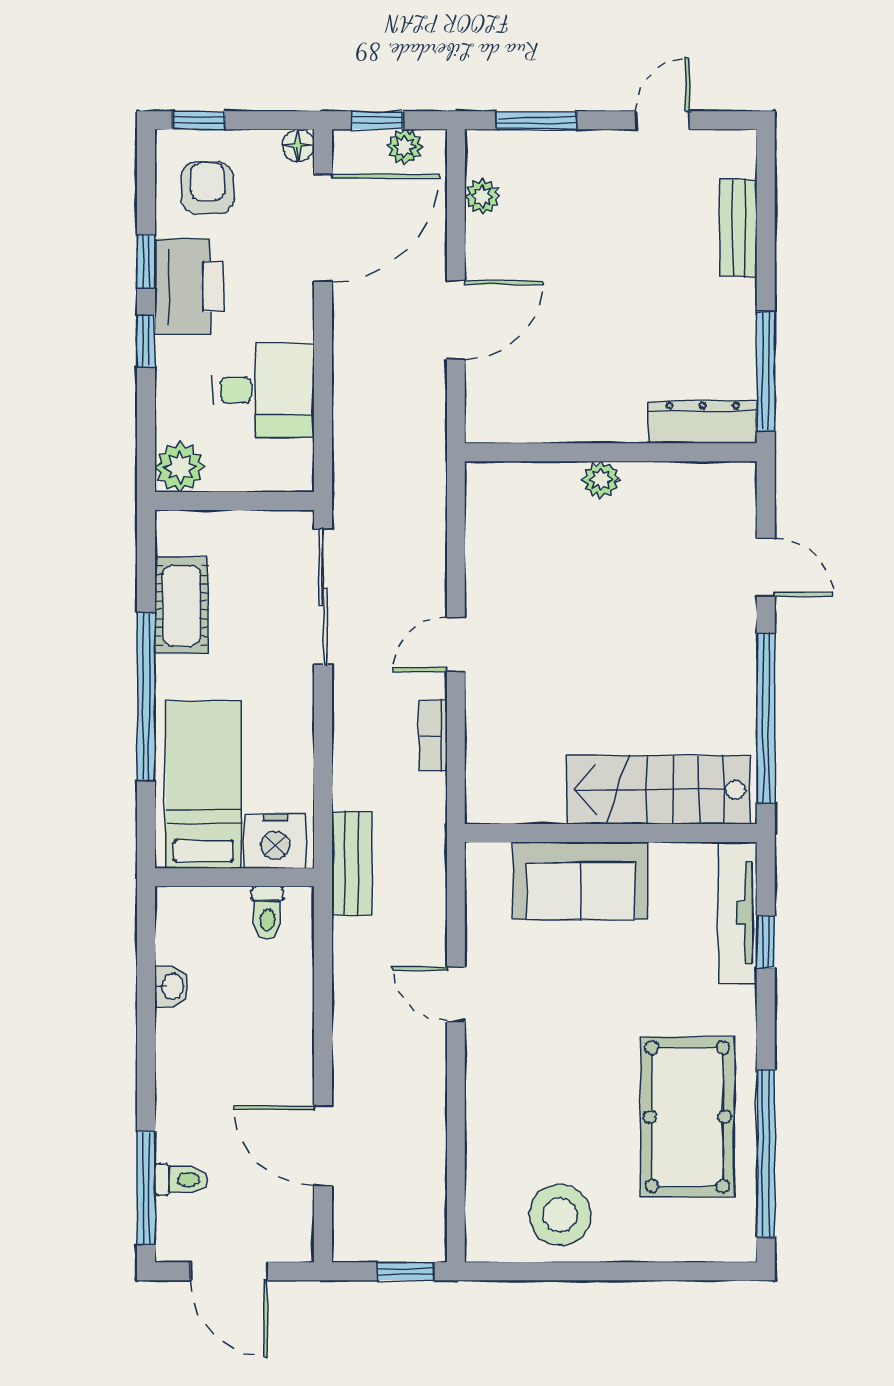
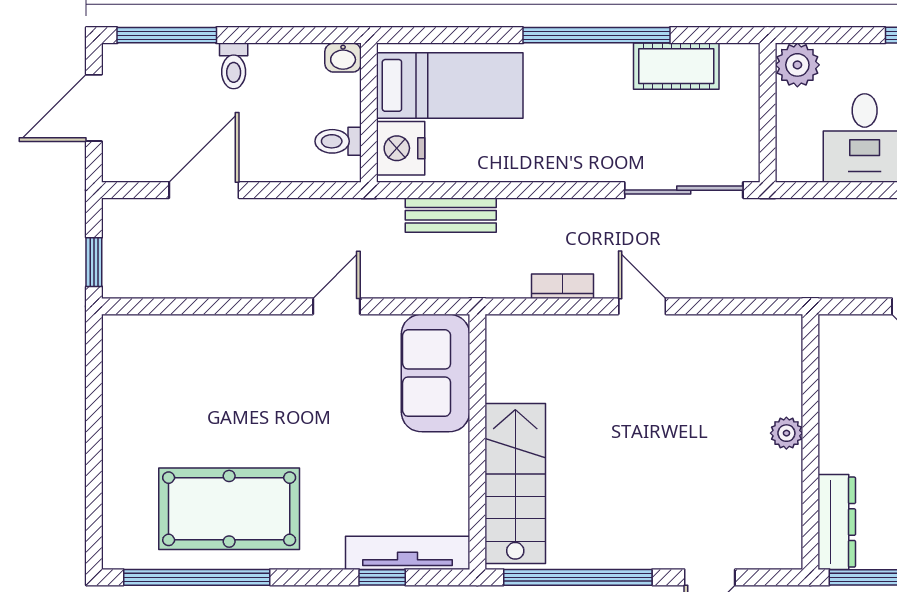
bed: (203, 785) -> (450, 85), moved
nightstand: (275, 841) -> (401, 148), moved
wall: (235, 877) -> (369, 113), moved
sofa: (580, 881) -> (435, 373), moved
toilet: (267, 912) -> (338, 141), moved
toilet: (181, 1180) -> (234, 66), moved
stool: (560, 1215) -> (143, 397), removed

